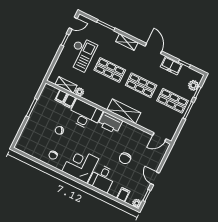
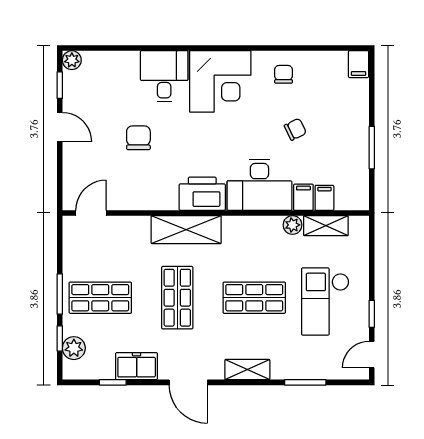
shop shelf: (141, 85) -> (177, 298), turned 90
filing cabinet: (123, 195) -> (359, 64), moved

